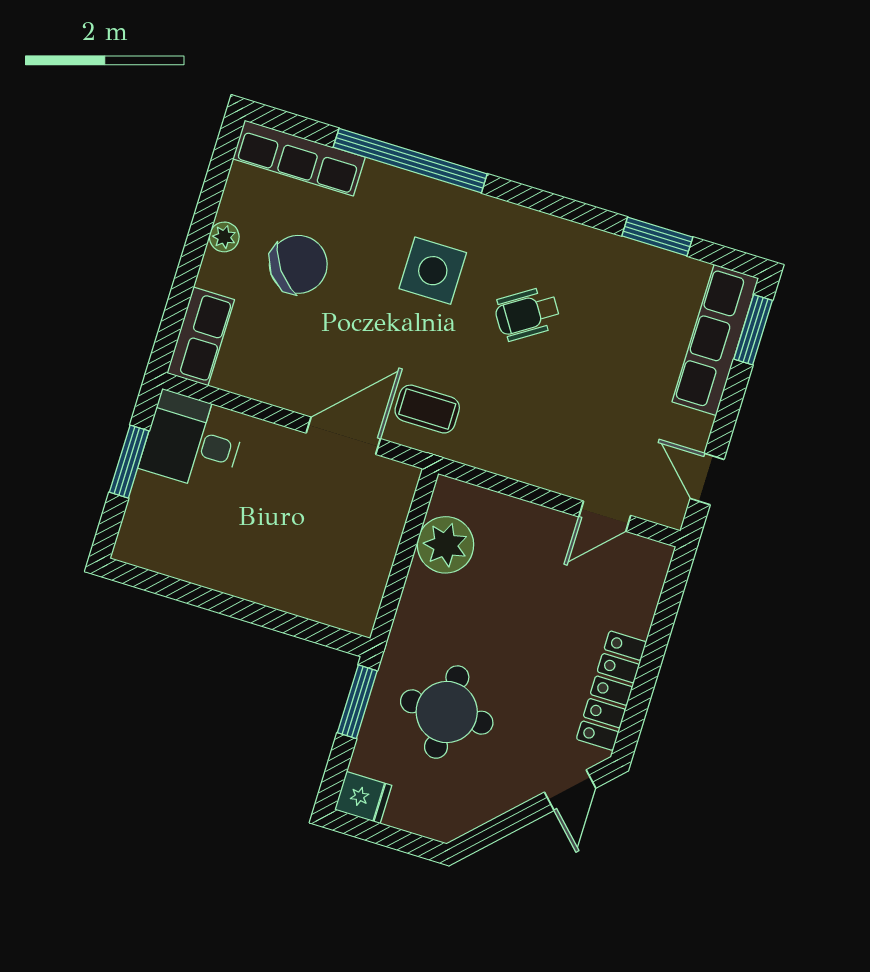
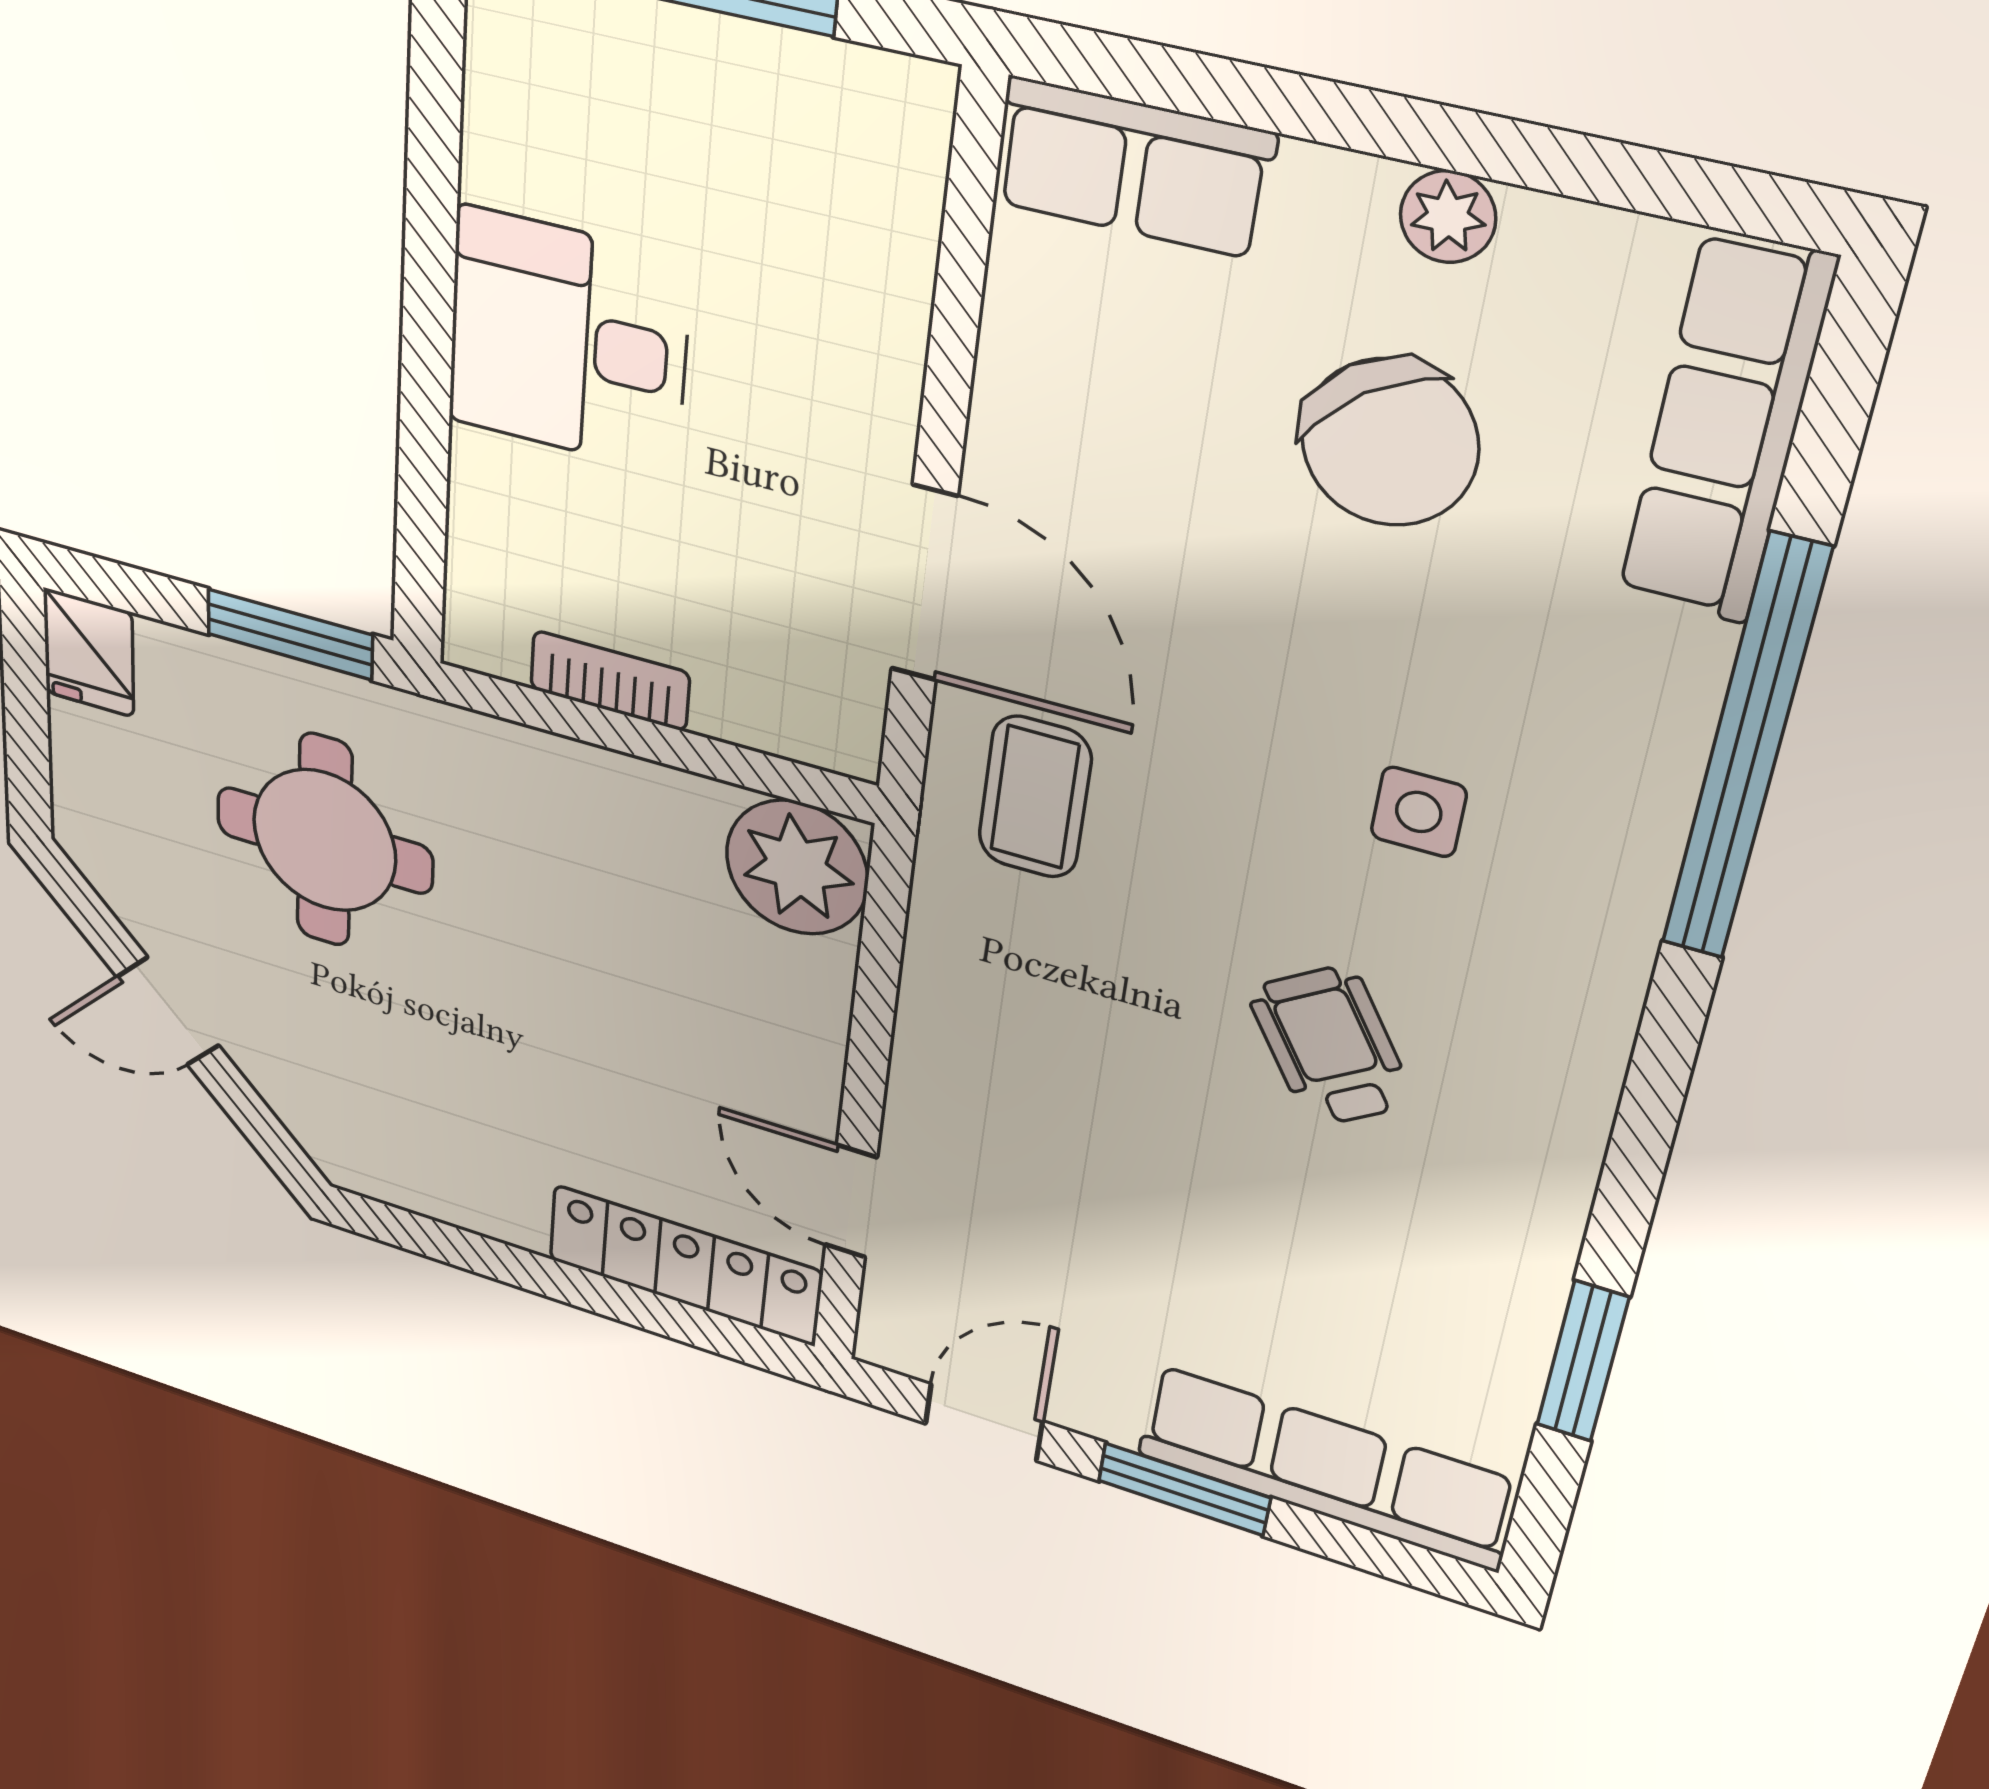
side table: (433, 271) -> (1419, 812), width x0.54, depth x0.54
window: (753, 330) -> (1184, 1489), moved
desk: (193, 441) -> (568, 341), moved, turned -90
plant: (445, 545) -> (797, 867), moved
bookcase: (379, 568) -> (610, 681), added
locker: (611, 691) -> (684, 1265), moved
door: (570, 790) -> (168, 1011), moved

